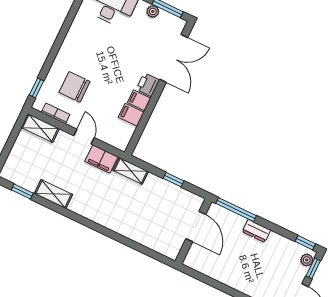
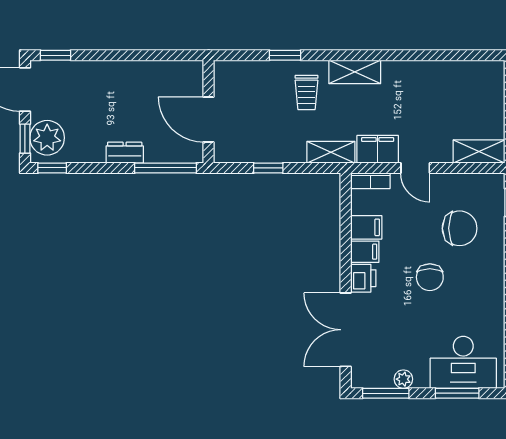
chair: (107, 66) -> (430, 277), added
bookcase: (56, 113) -> (370, 181), moved
window: (22, 191) -> (285, 55), moved
shelving: (53, 194) -> (355, 72), moved
trolley: (128, 214) -> (306, 93), added
plant: (307, 260) -> (47, 138), width x1.87, depth x1.87

